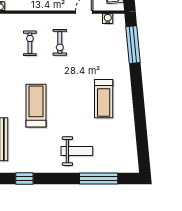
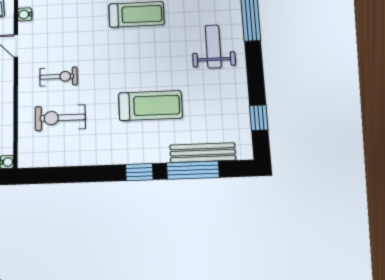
exercise bike: (30, 43) -> (60, 118), width x1.38, depth x1.39
treadmill: (36, 106) -> (150, 106), turned 180

